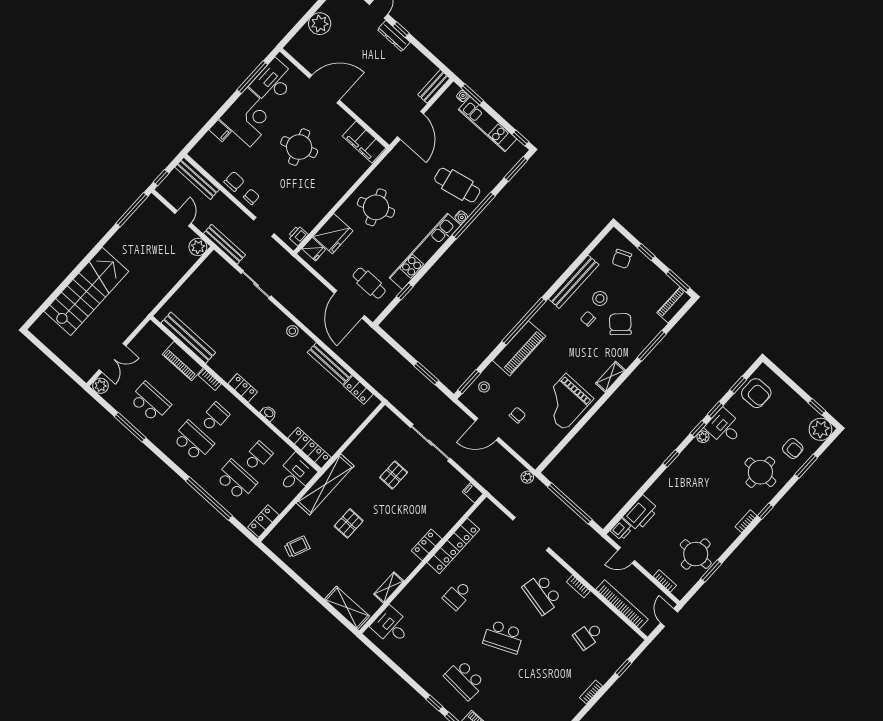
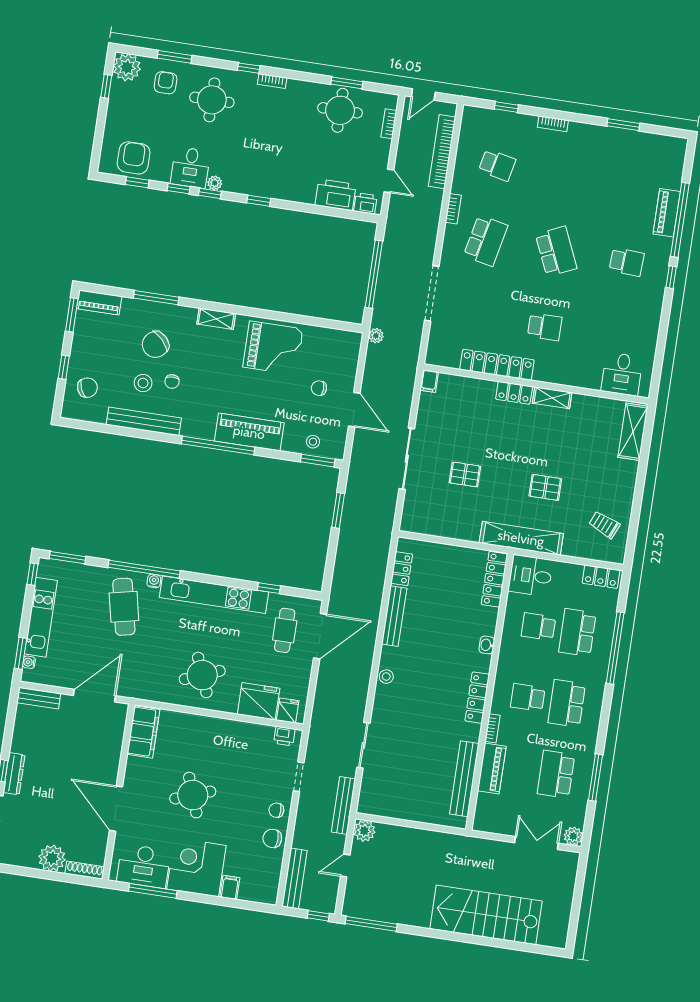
shoe rack: (297, 40) -> (85, 870), added
locker: (243, 388) -> (477, 698), width x1.53
shelving: (389, 588) -> (552, 398), moved
school desk: (465, 680) -> (627, 262), width x0.54

